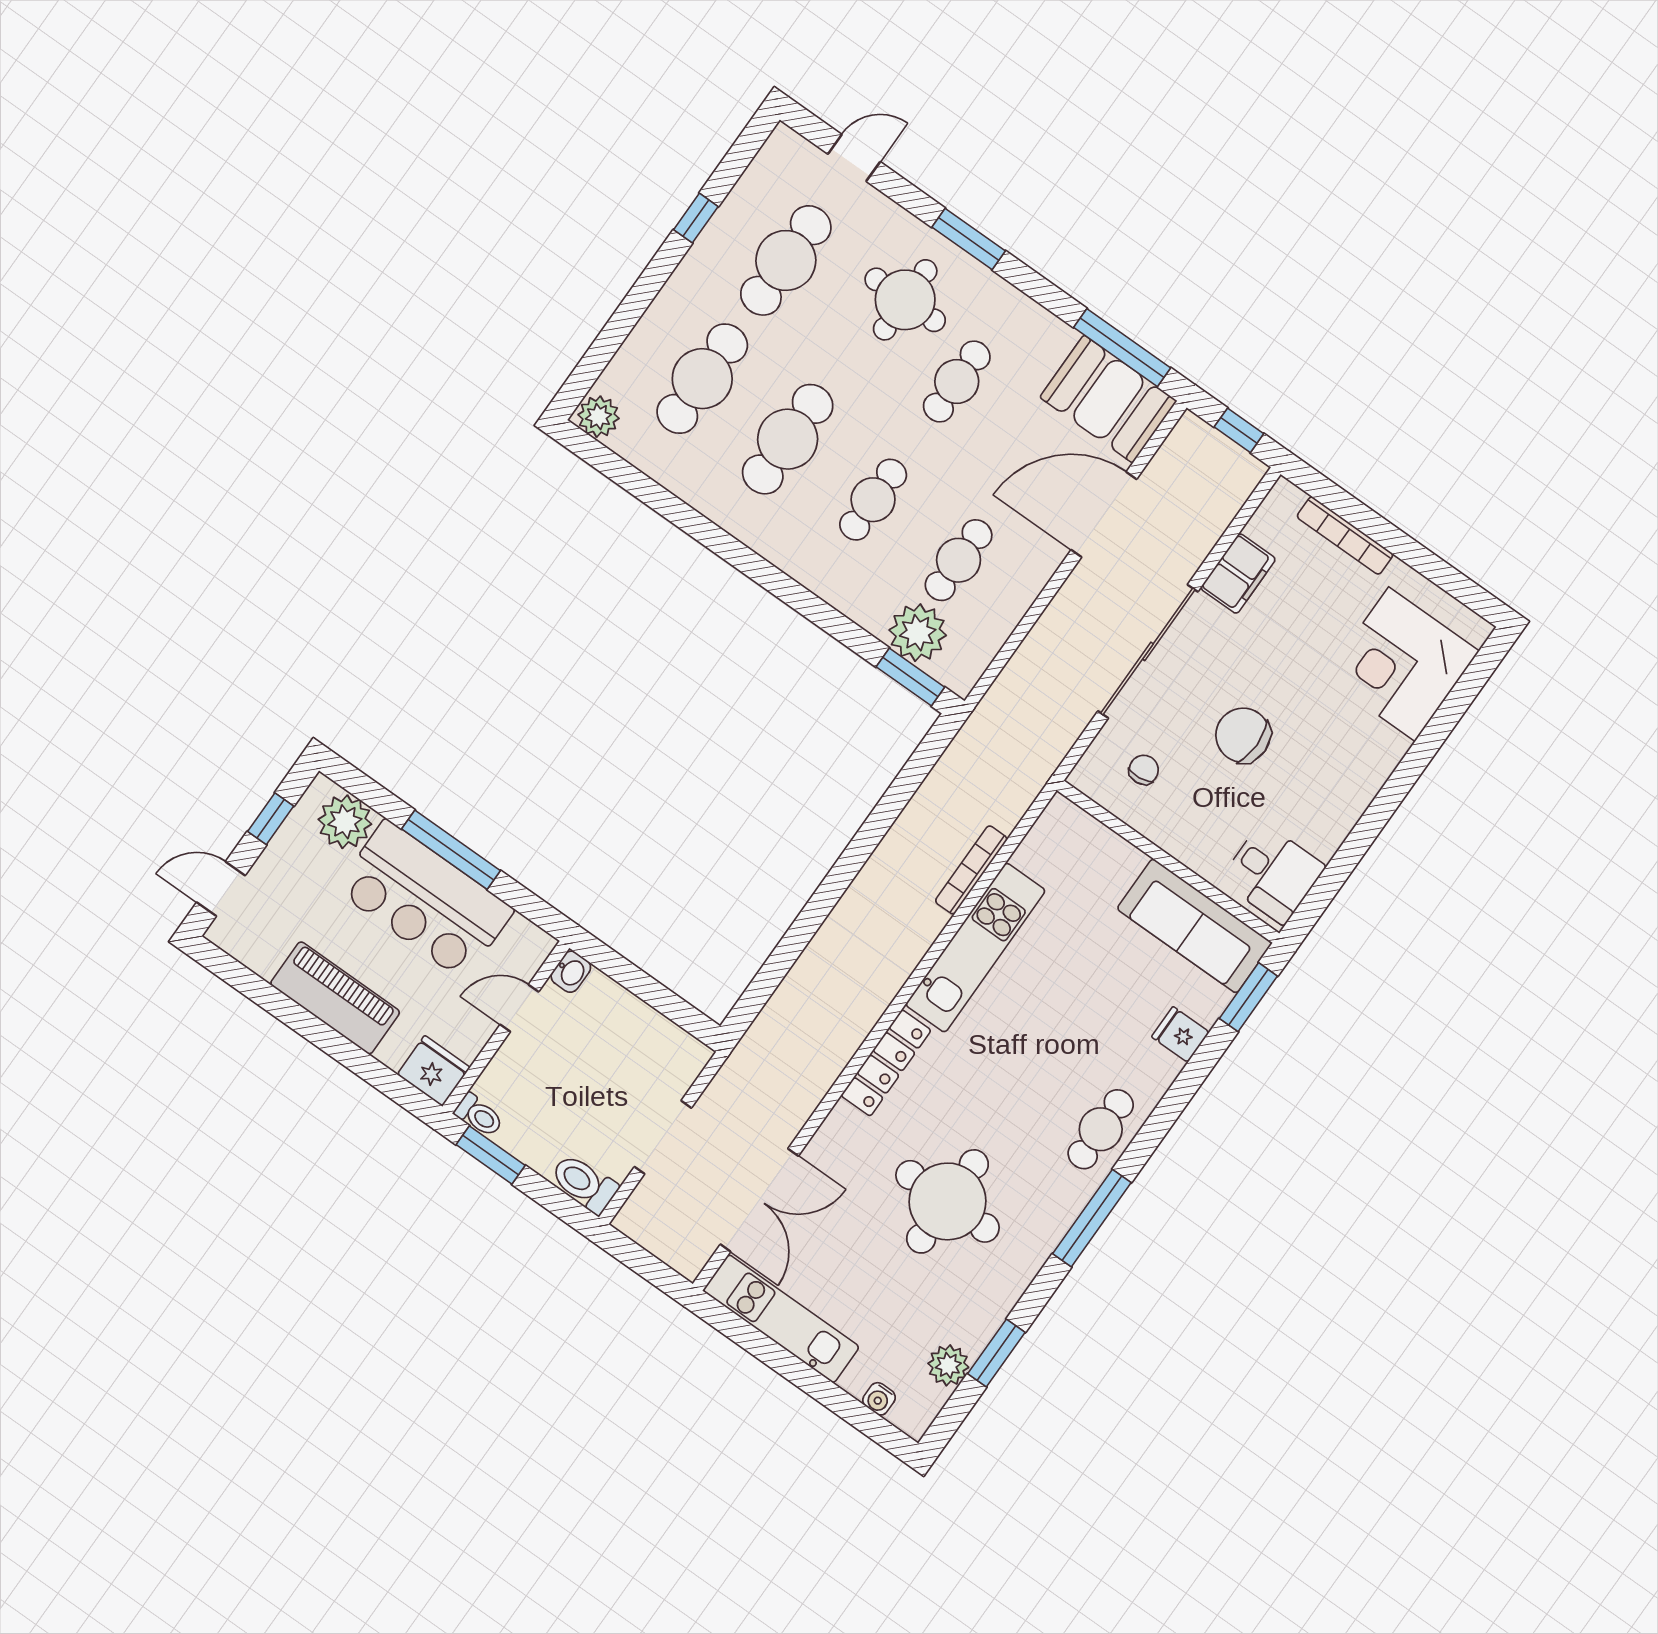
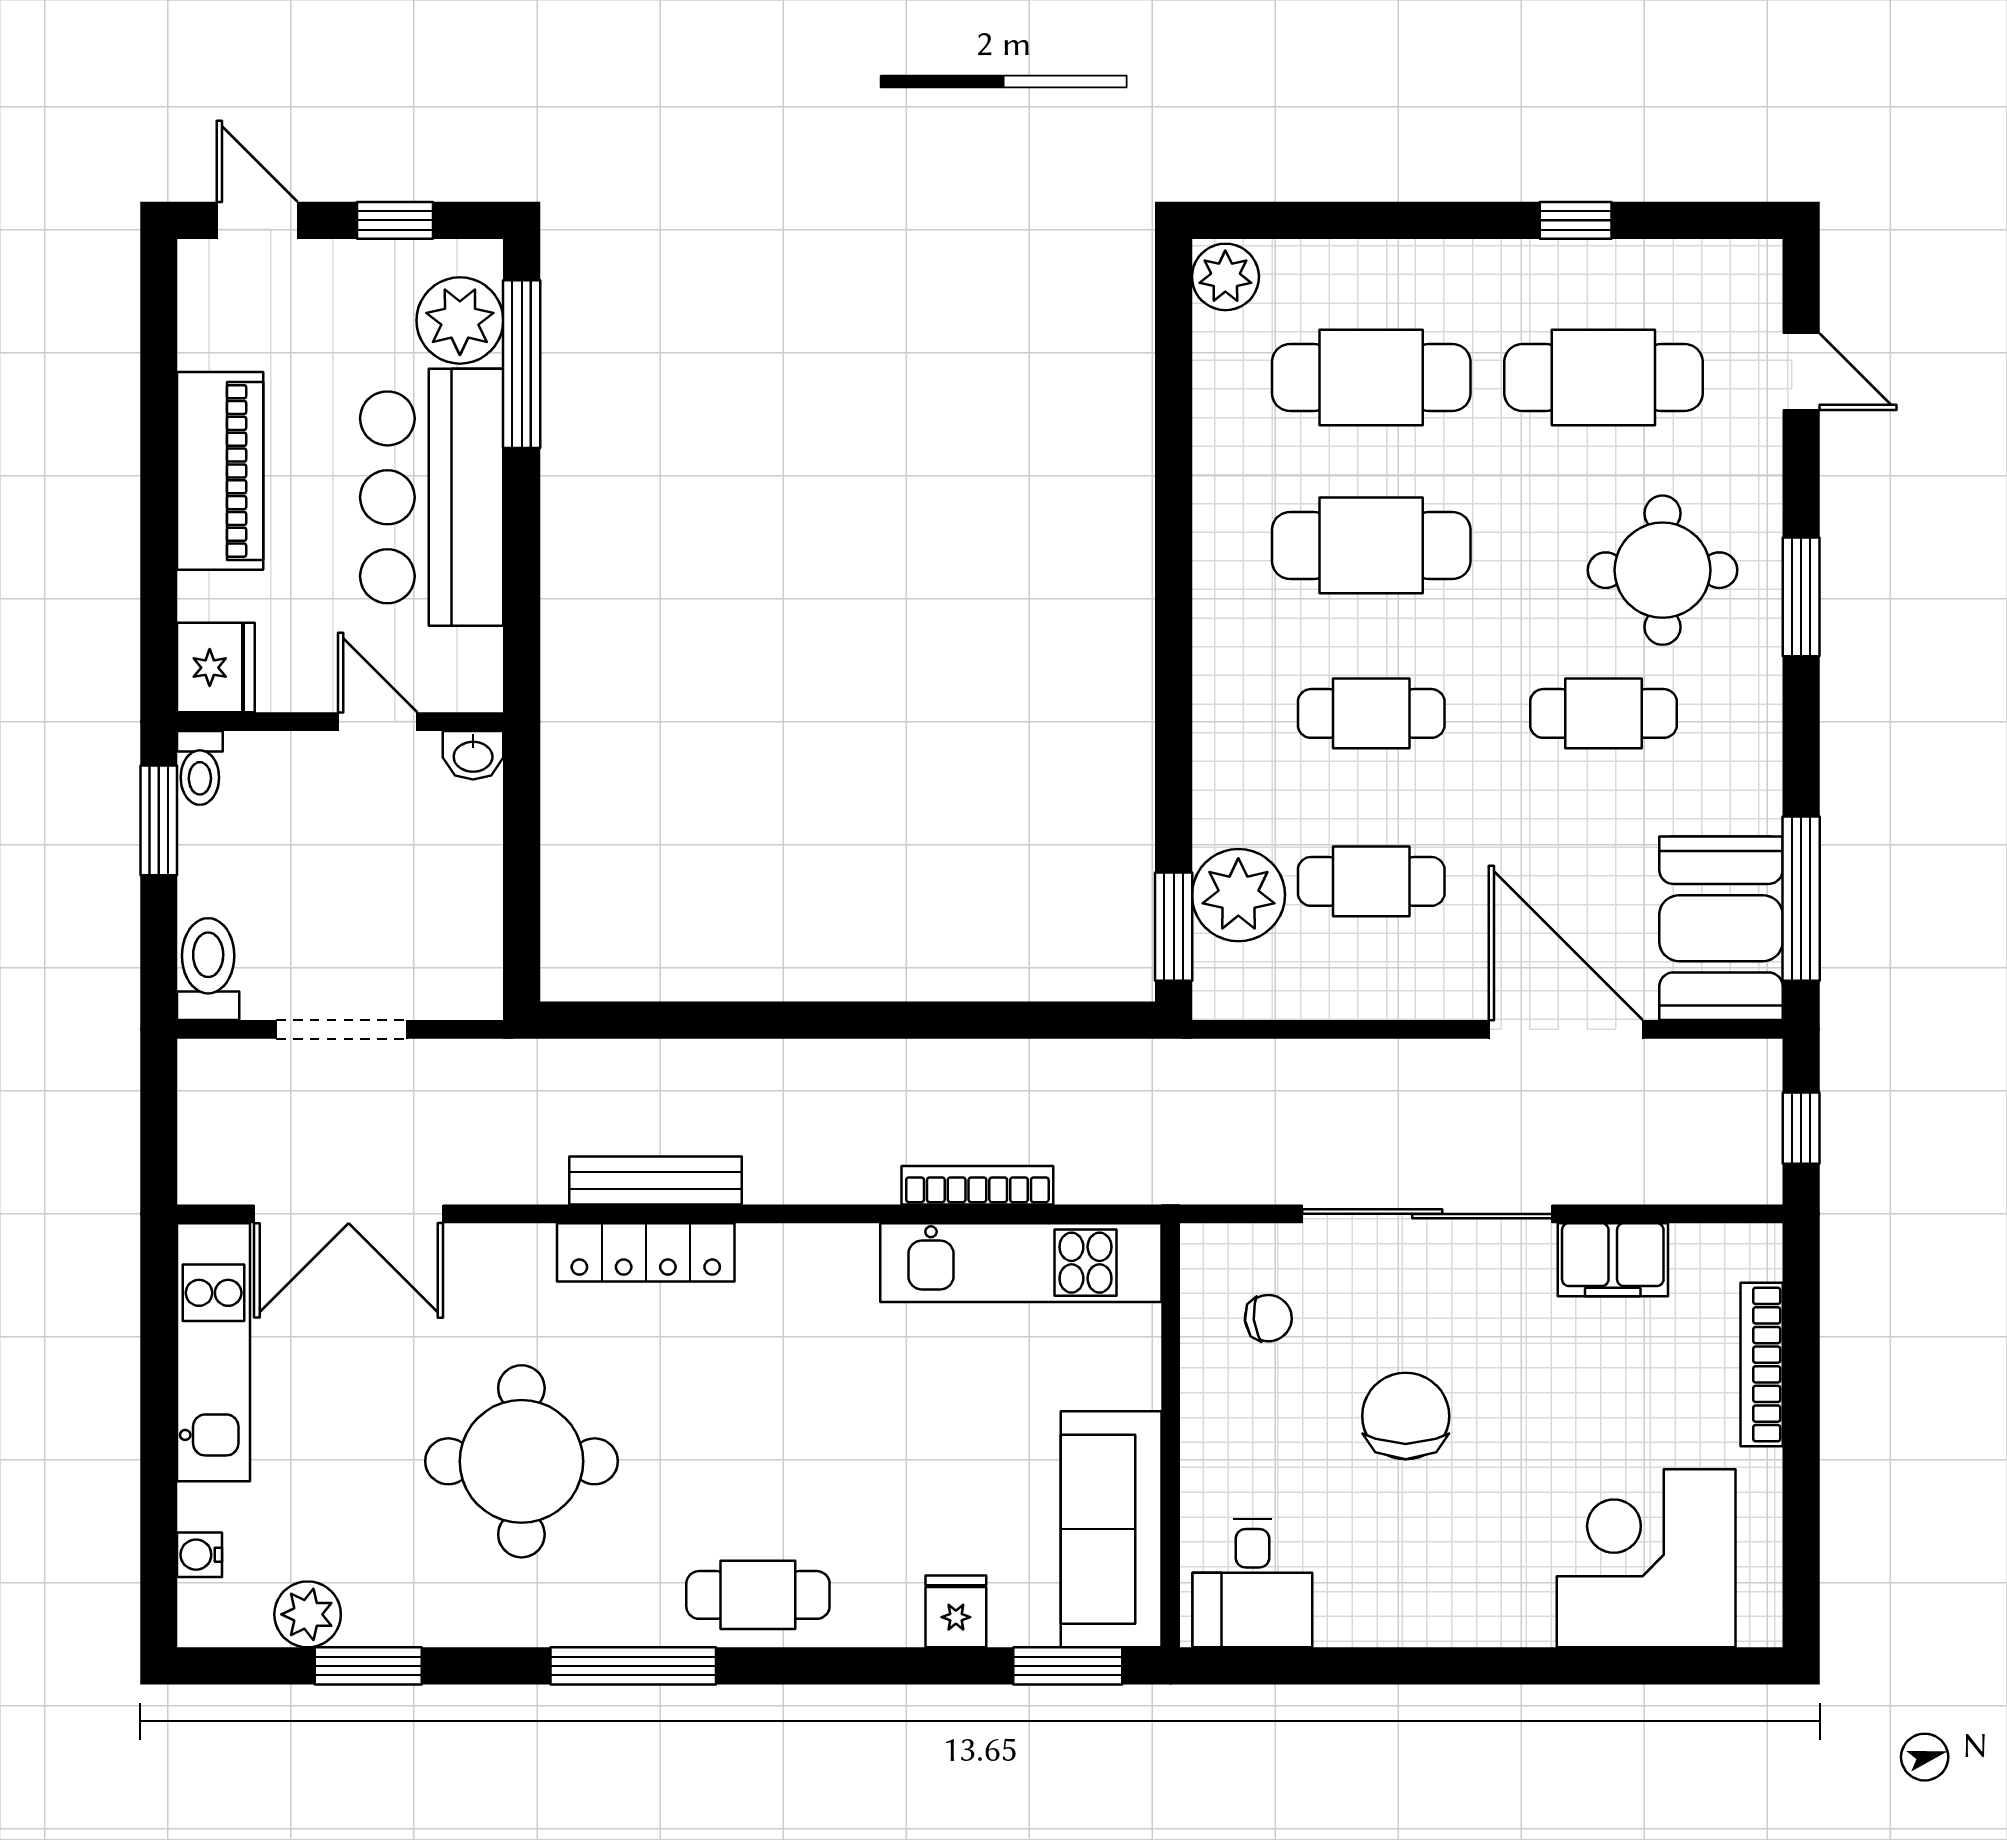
window: (451, 850) -> (522, 364), moved
kitchen unit: (975, 948) -> (1021, 1263), moved
bench: (853, 1032) -> (656, 1180), added

